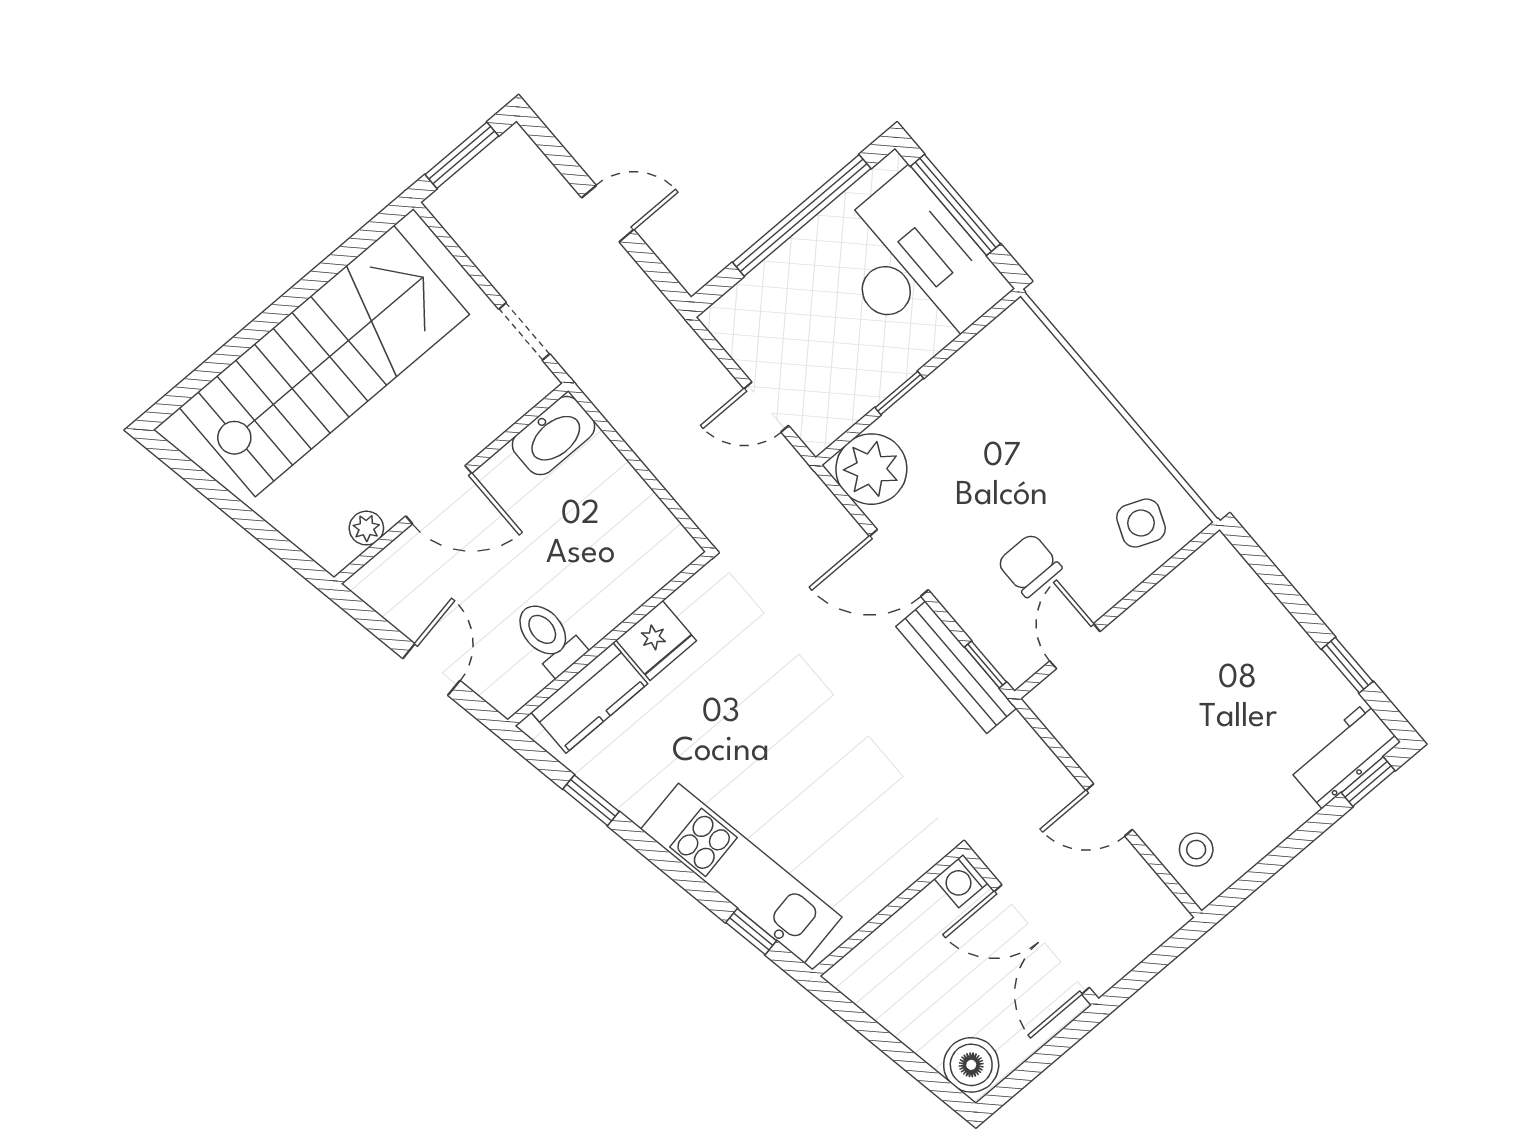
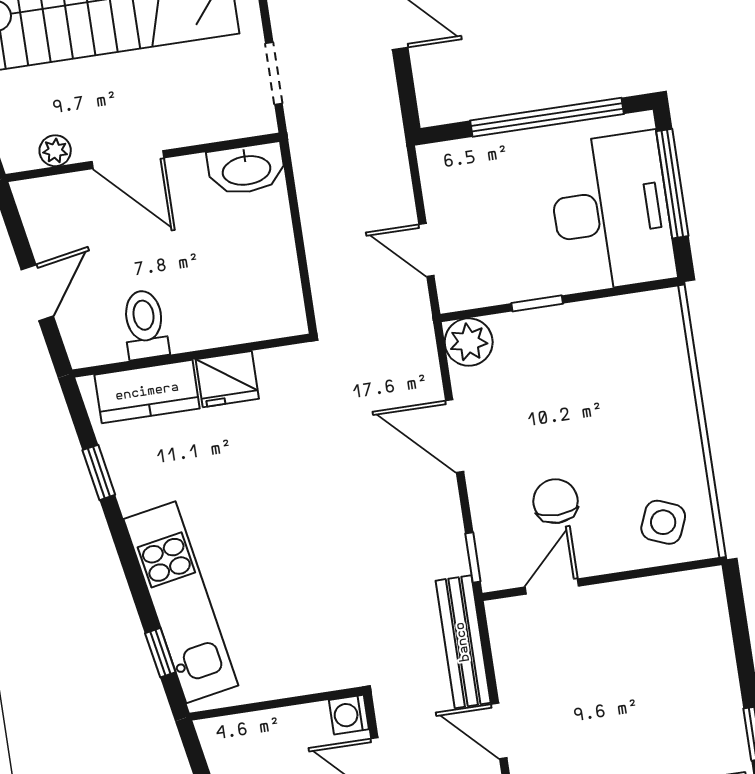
plant: (871, 469) -> (469, 342), width x0.73, depth x0.73
bench: (956, 667) -> (463, 642), moved

